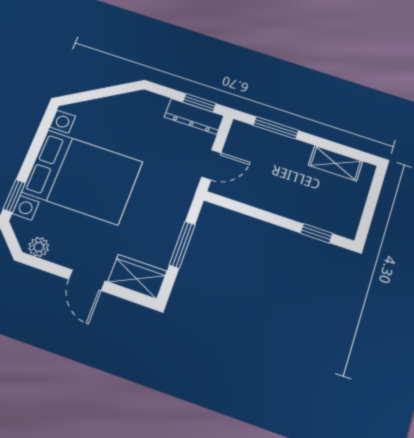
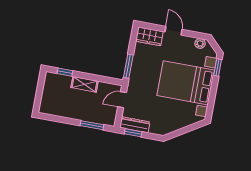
shelving: (336, 163) -> (85, 84), moved
window: (182, 245) -> (128, 66), moved

